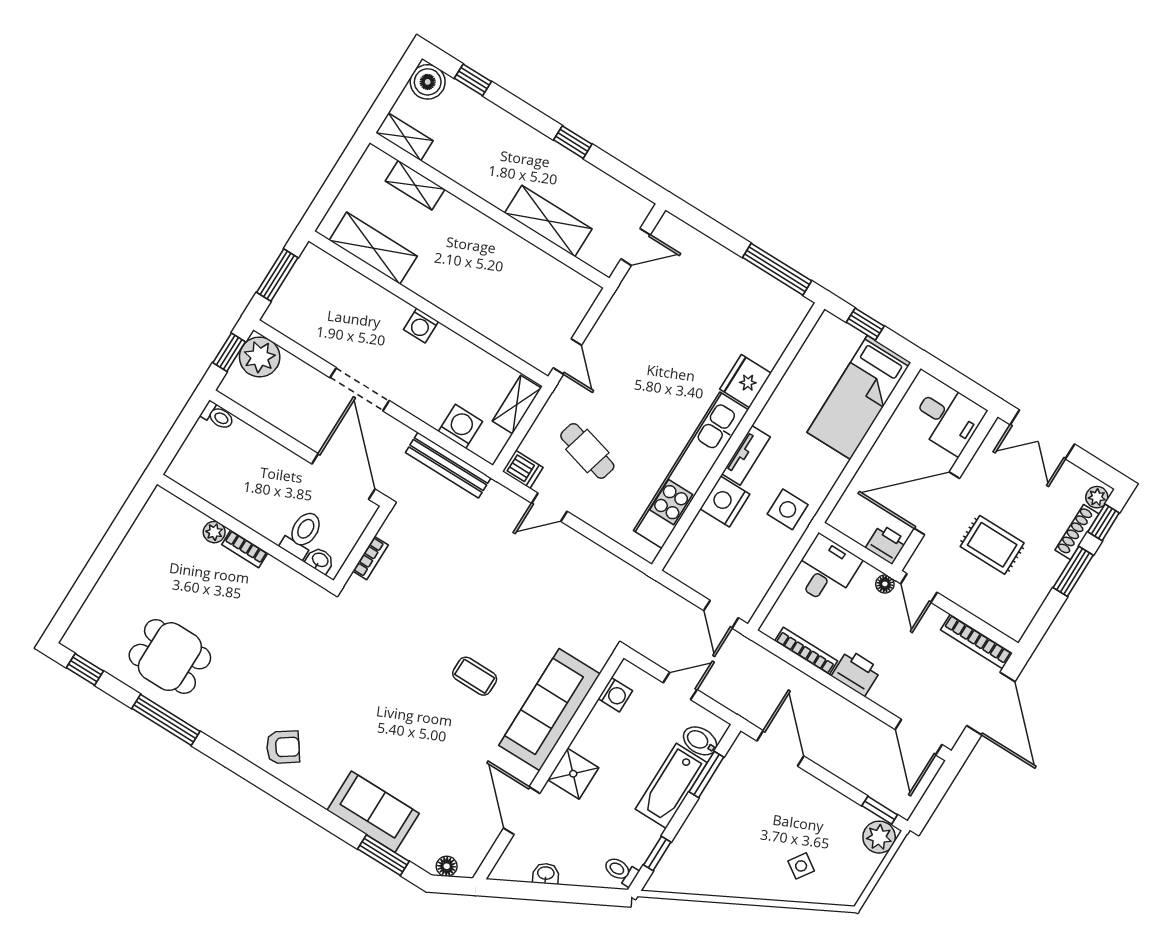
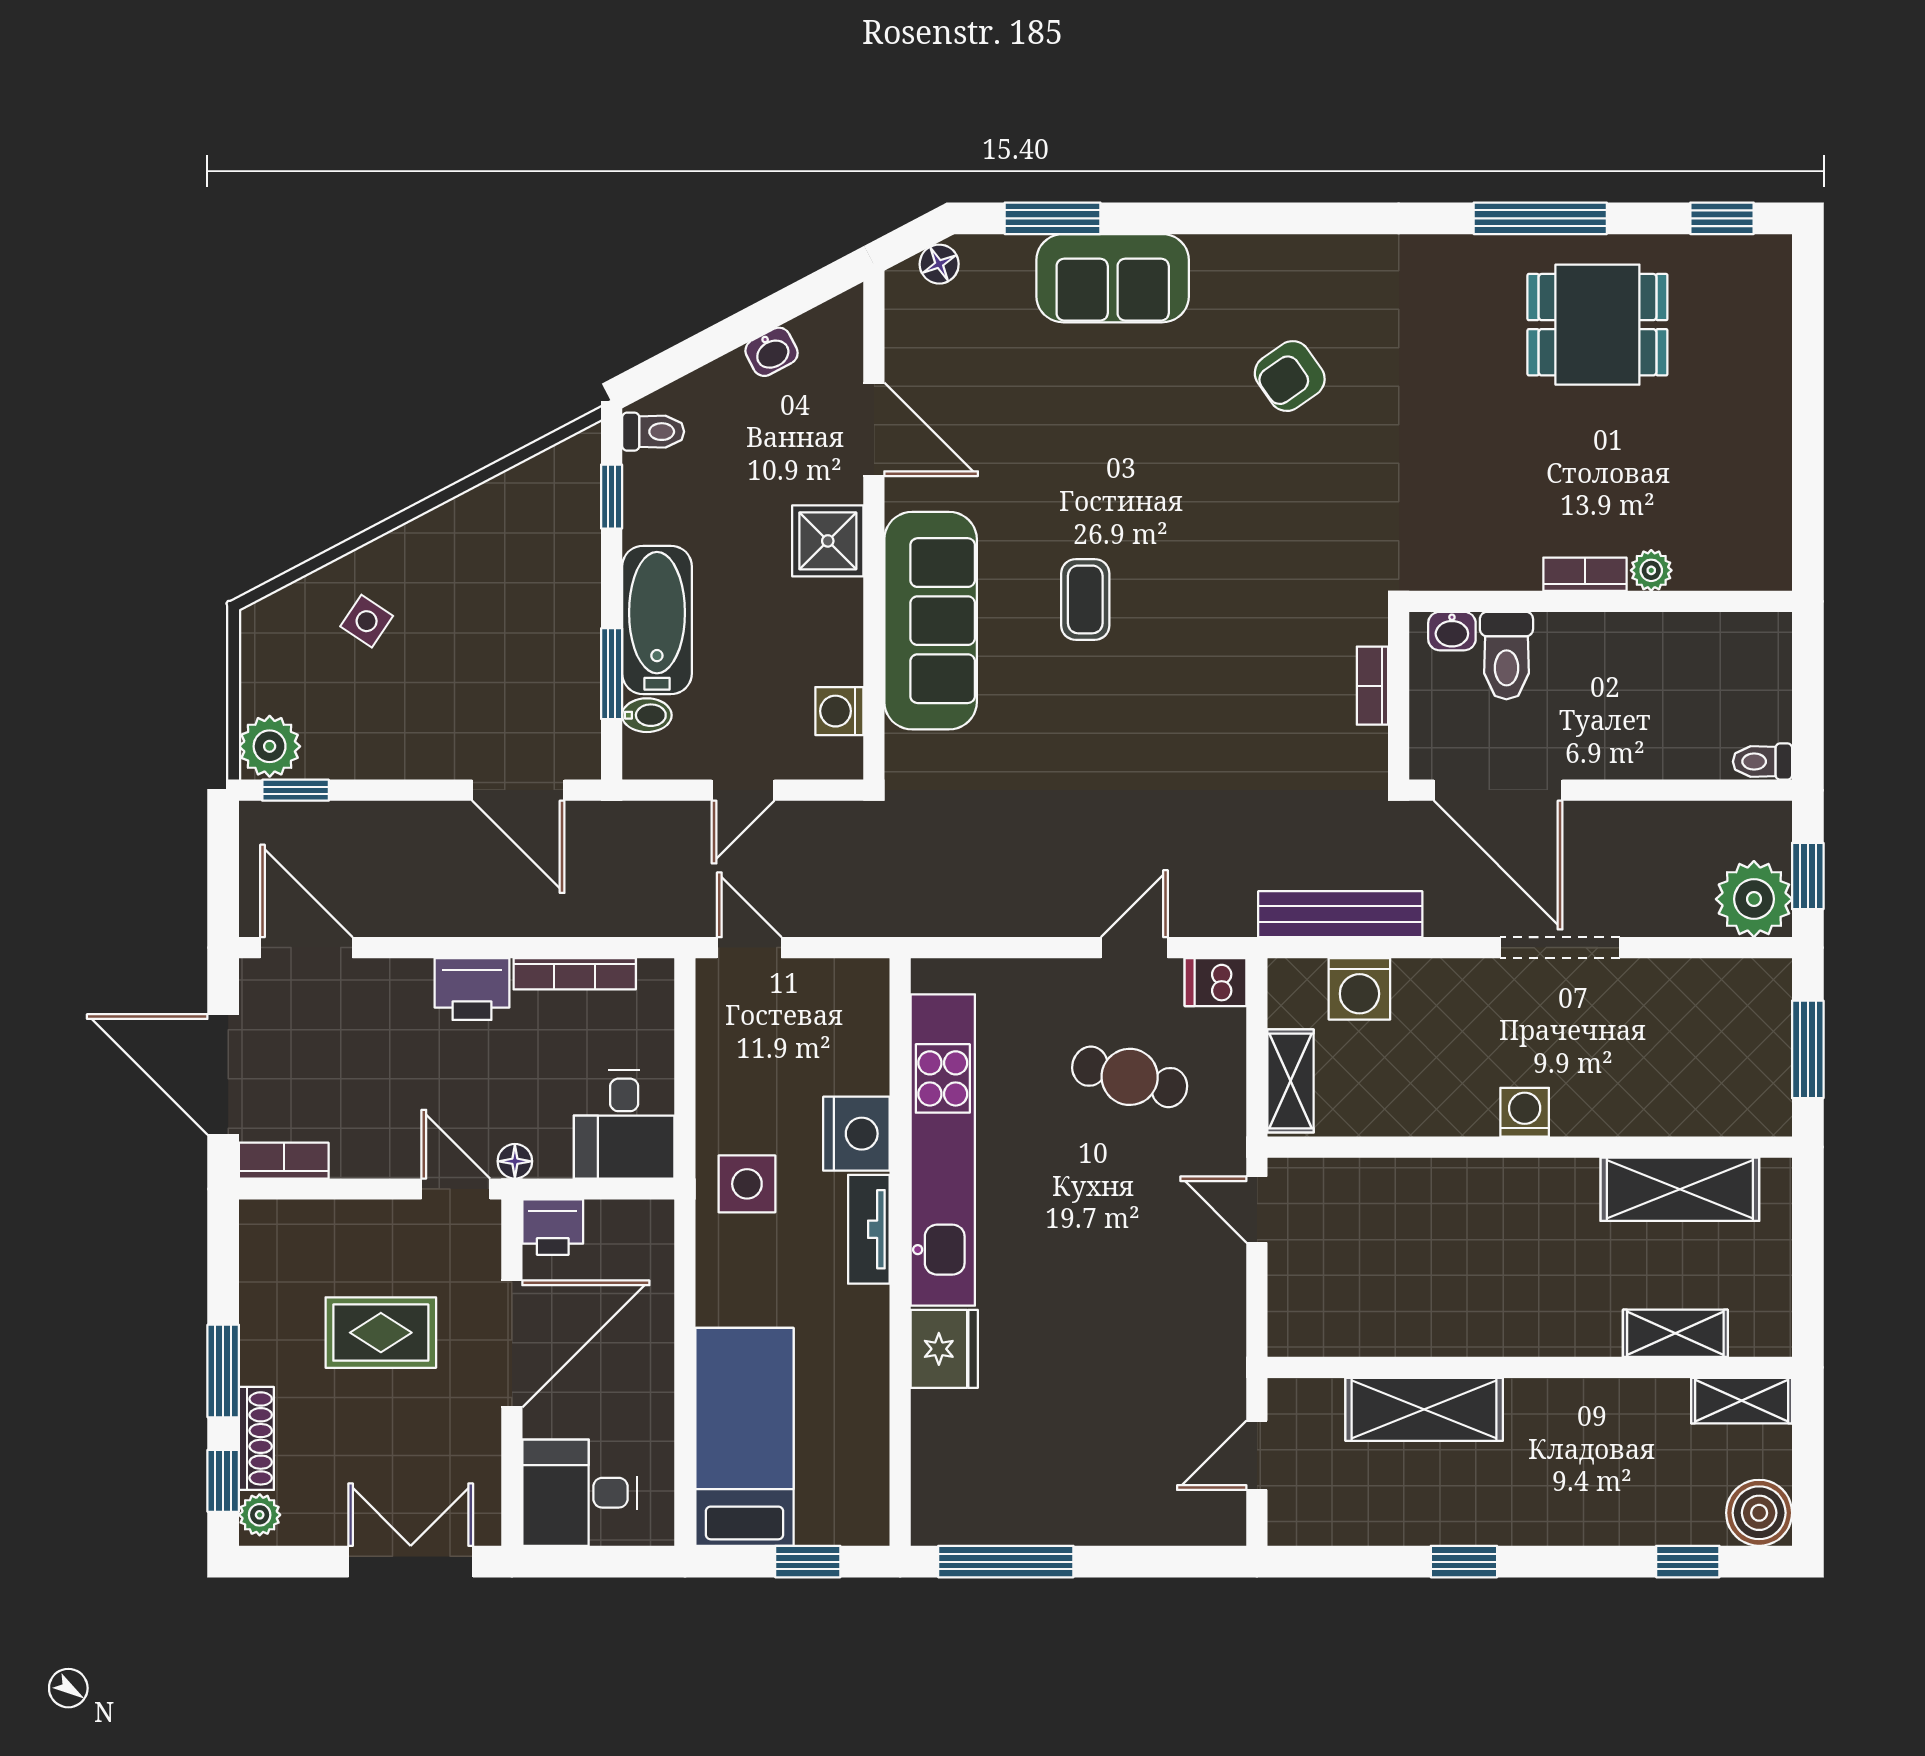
bookcase: (977, 641) -> (284, 1161), width x0.64
coffee table: (475, 676) -> (1085, 599), turned 90
bidet: (700, 741) -> (647, 715), width x0.72, depth x0.74
armchair: (283, 747) -> (1290, 376), moved

